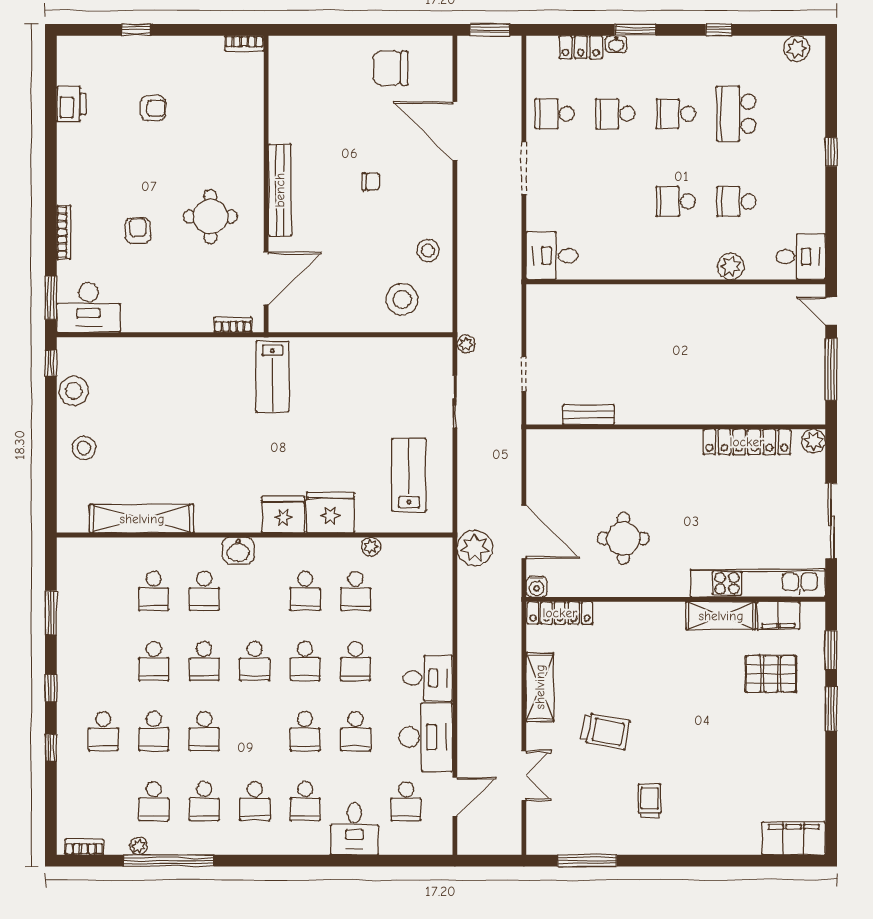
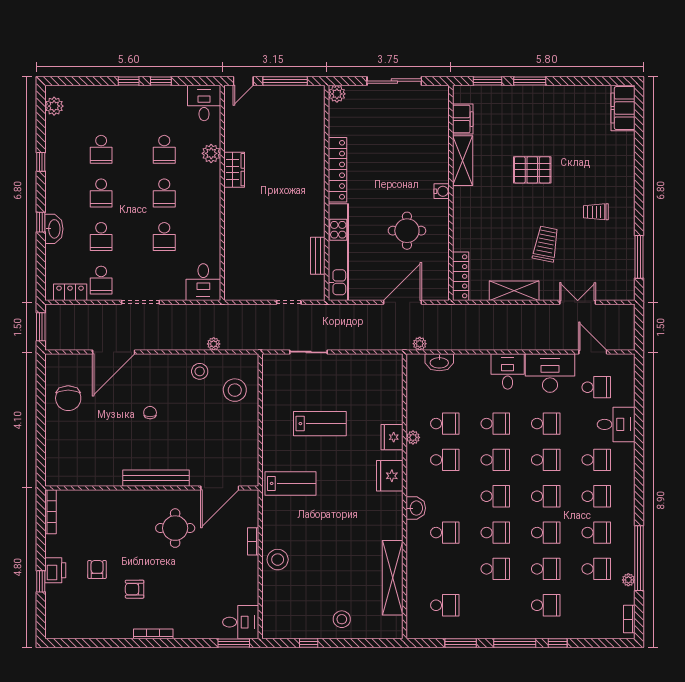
window: (635, 30) -> (41, 222), width x0.67
bookcase: (244, 43) -> (51, 512), width x1.56
washbasin: (616, 44) -> (54, 229), width x1.91, depth x1.45
locker: (581, 47) -> (70, 292), moved, turned -90
printer: (71, 104) -> (55, 570), moved, turned 90
school desk: (736, 114) -> (101, 149), width x0.54
window: (831, 197) -> (161, 81), added
school desk: (615, 201) -> (164, 237), added
armchair: (138, 231) -> (135, 589), moved
bookcase: (64, 232) -> (153, 634), moved
door: (266, 278) -> (220, 488), swing flipped
wardrobe: (708, 298) -> (234, 170), added
desk: (89, 308) -> (241, 622), width x0.73
bookcase: (233, 325) -> (253, 541), moved
plant: (466, 344) -> (214, 344), moved
window: (51, 363) -> (309, 643), moved
stool: (74, 391) -> (278, 560), moved
locker: (747, 442) -> (337, 170), moved
lab bench: (409, 475) -> (320, 424), moved, turned 180
fridge: (330, 512) -> (392, 437), width x0.73, depth x0.75
plant: (371, 547) -> (413, 437), moved
plant: (475, 548) -> (420, 344), width x0.53, depth x0.53
washbasin: (441, 583) -> (439, 362), added
kitchen unit: (758, 583) -> (338, 252), moved, turned 180
water cooler: (537, 587) -> (442, 191), moved
school desk: (154, 591) -> (445, 605), moved
pallet: (771, 674) -> (532, 170), moved, turned 90
window: (51, 688) -> (515, 643), width x2.17
school desk: (255, 731) -> (546, 496), added

